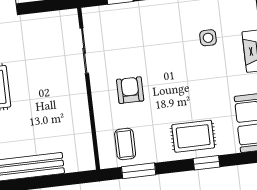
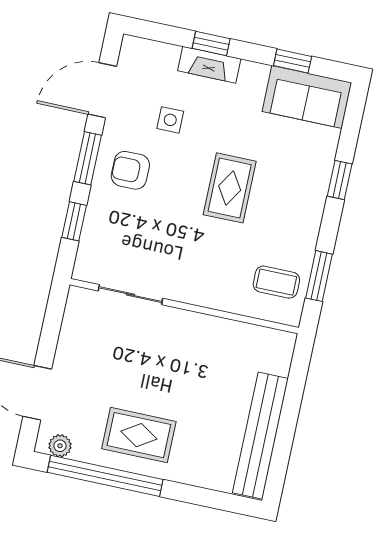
armchair: (130, 90) -> (130, 170), moved
rug: (193, 136) -> (230, 188), moved

